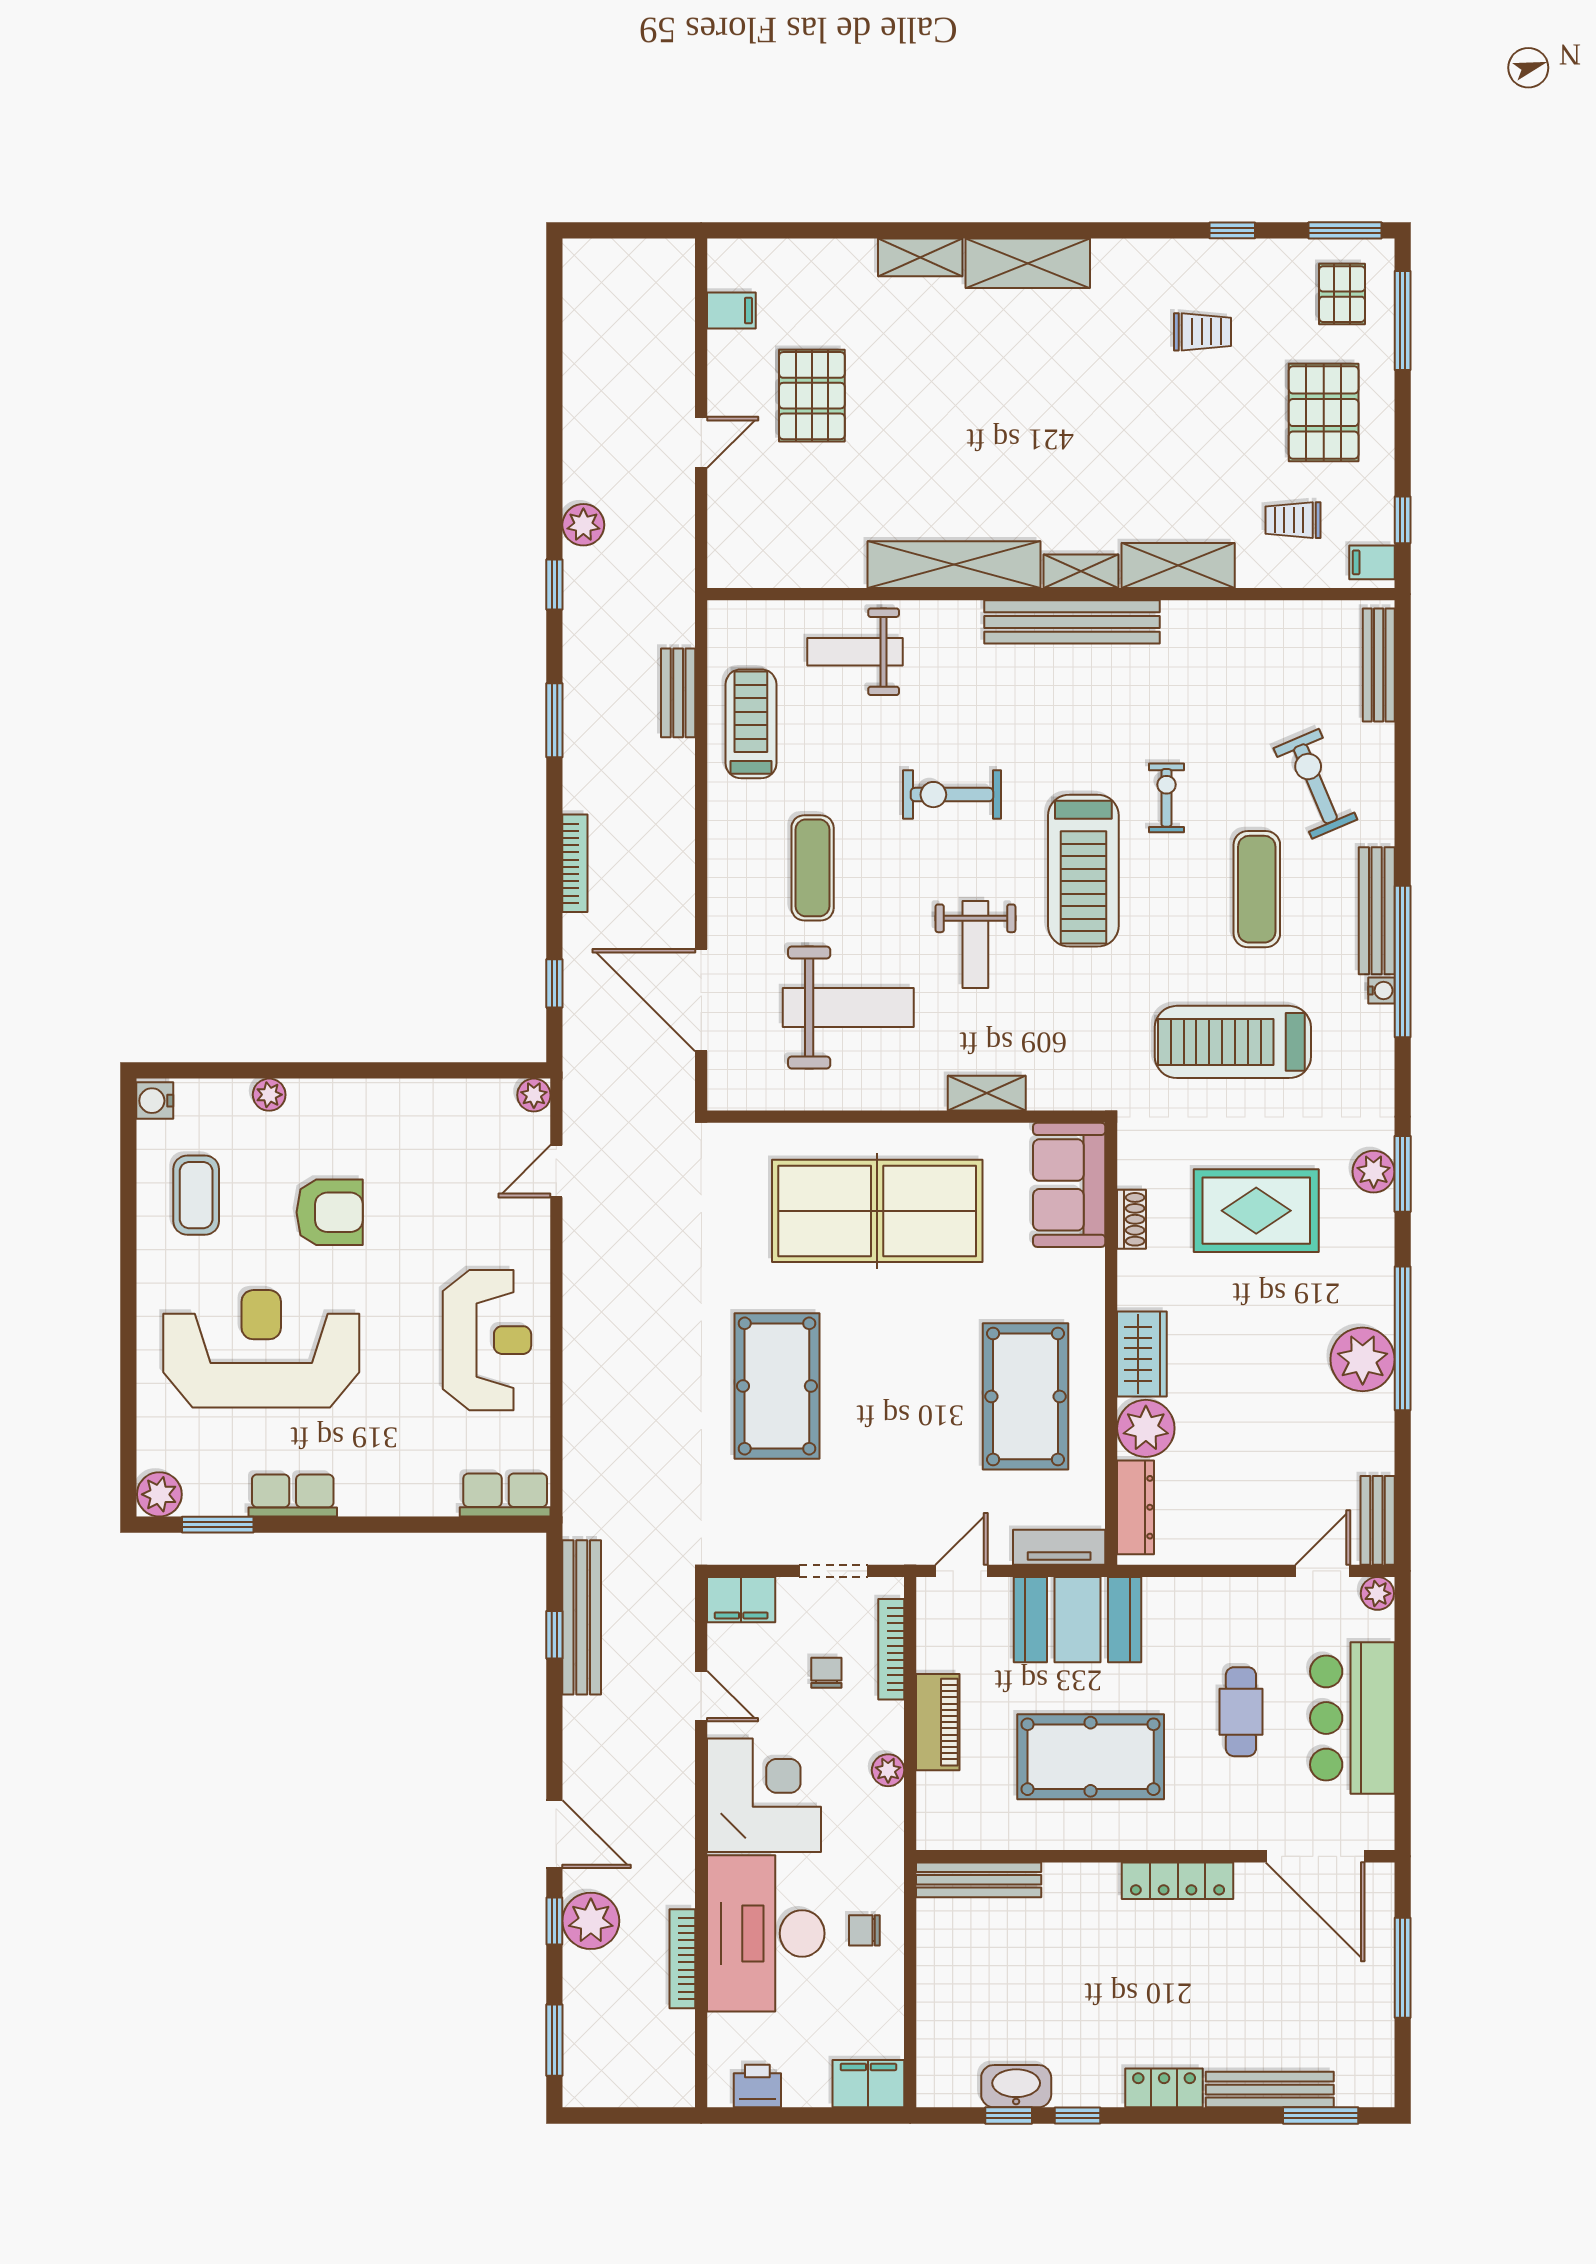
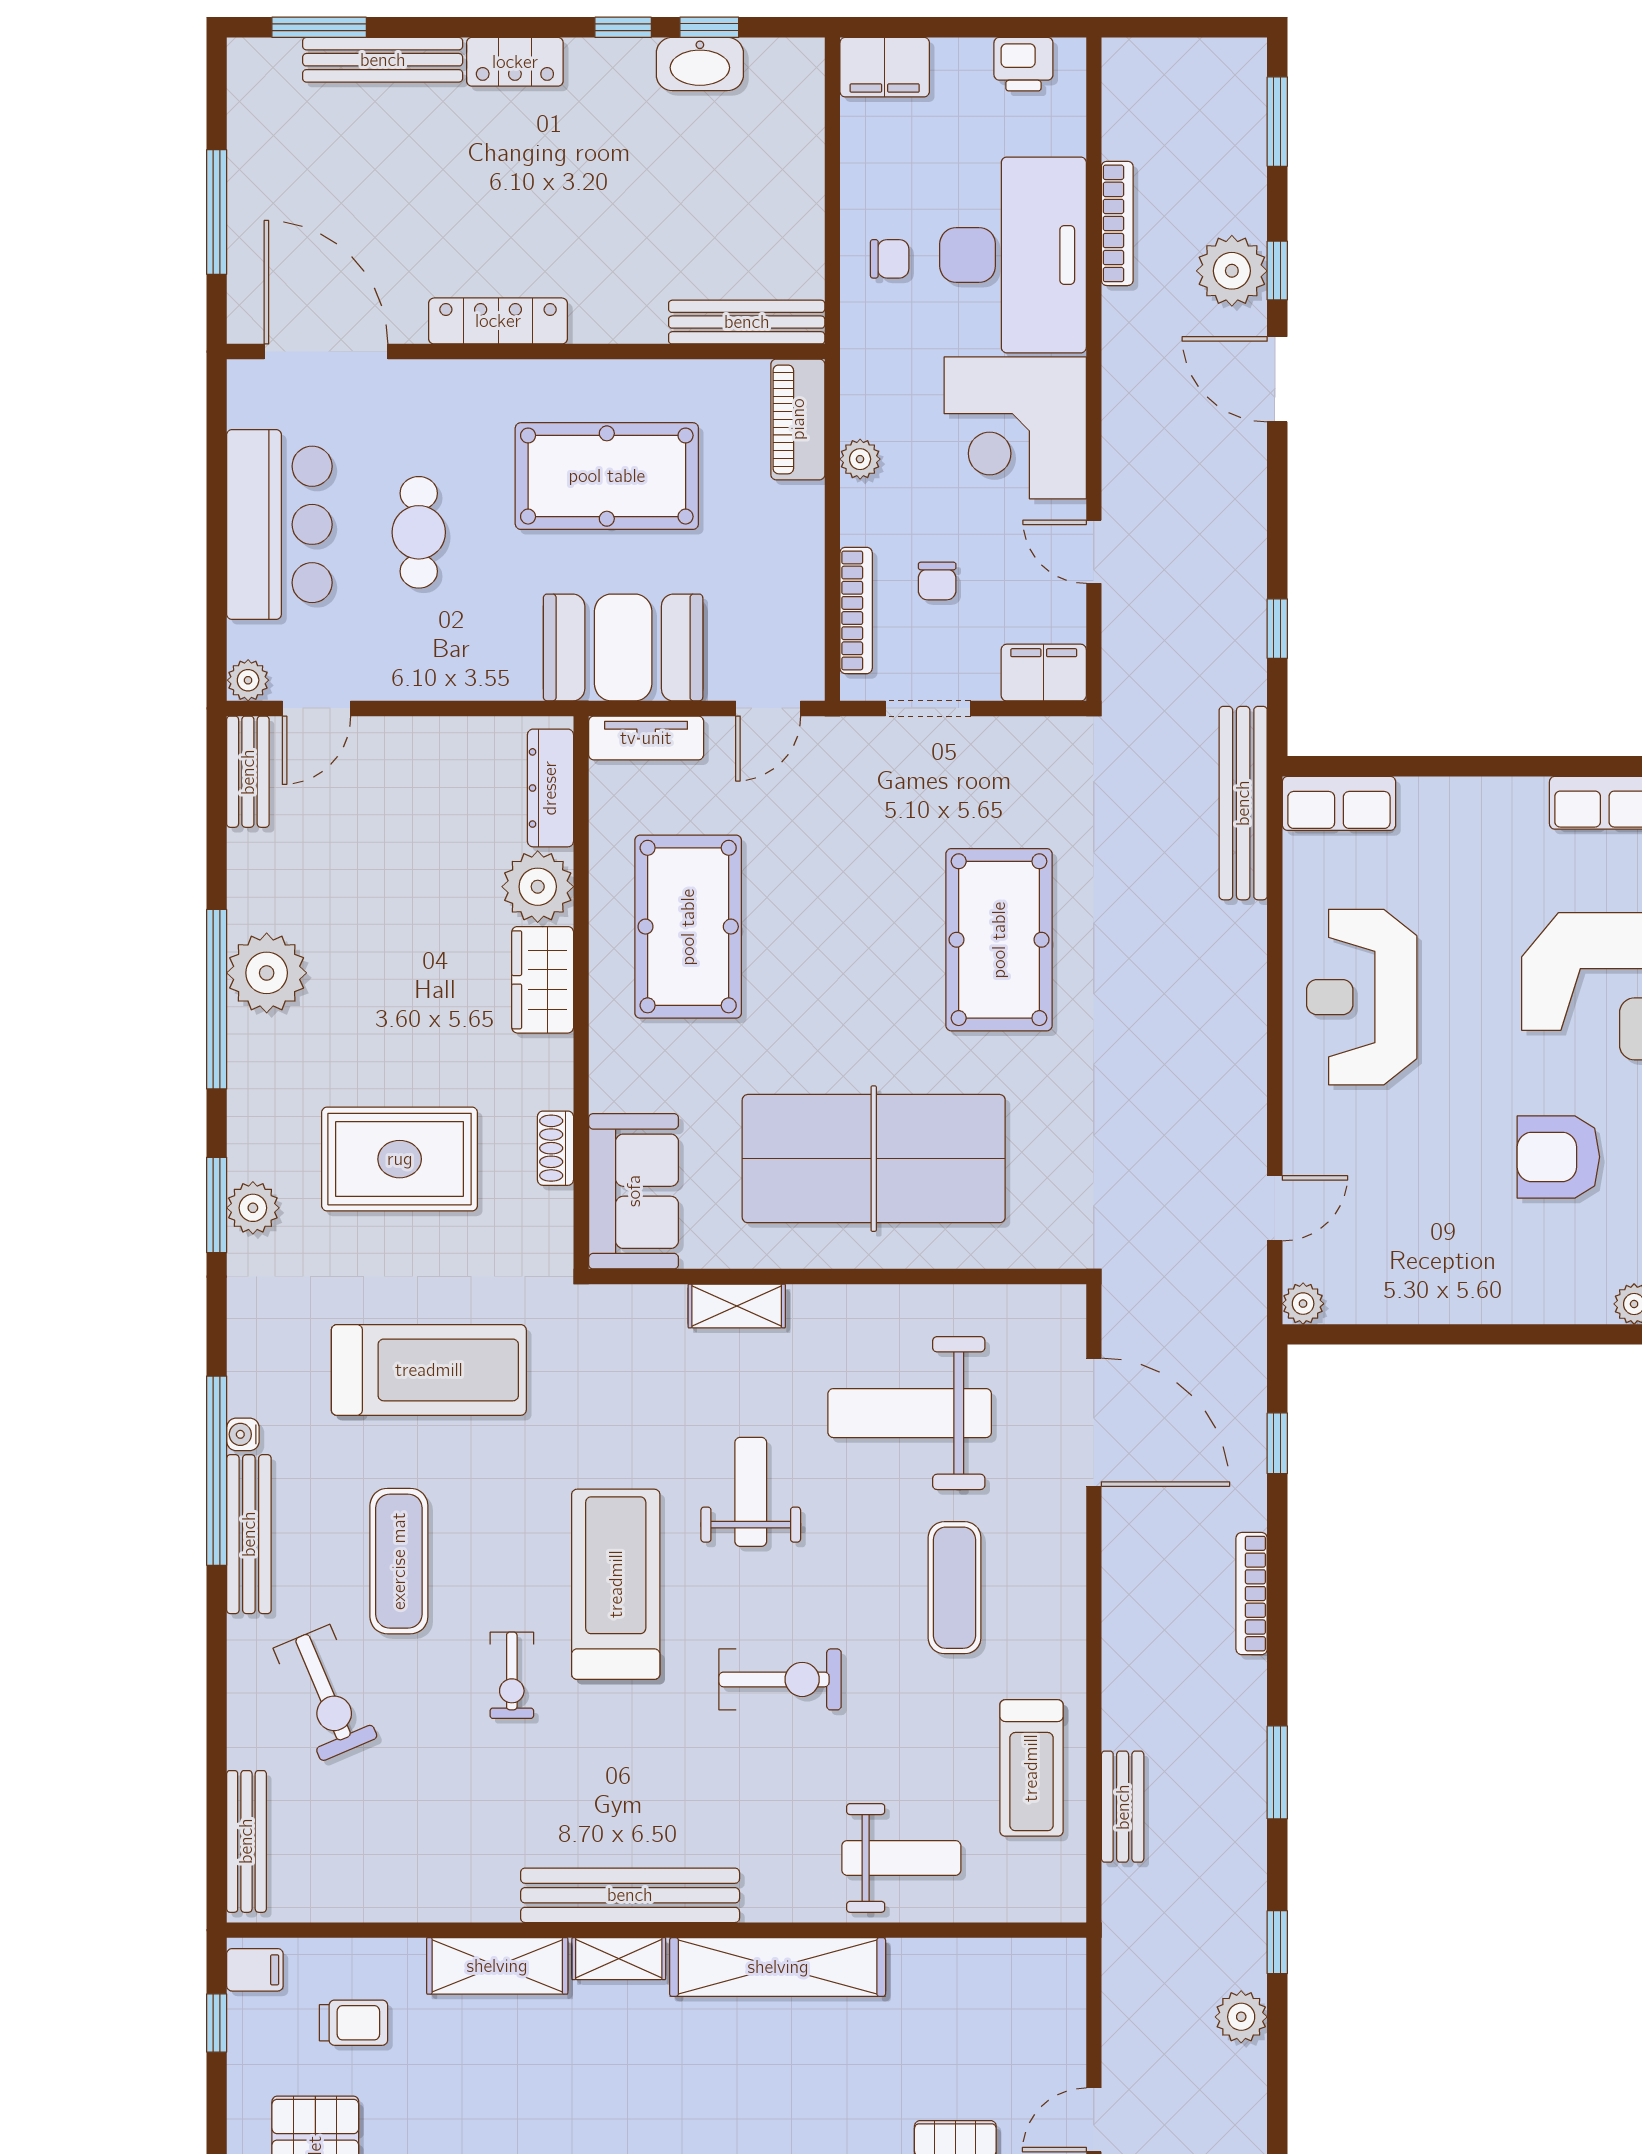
bench: (582, 1617) -> (1243, 803), moved
piano: (938, 1722) -> (798, 419), moved

